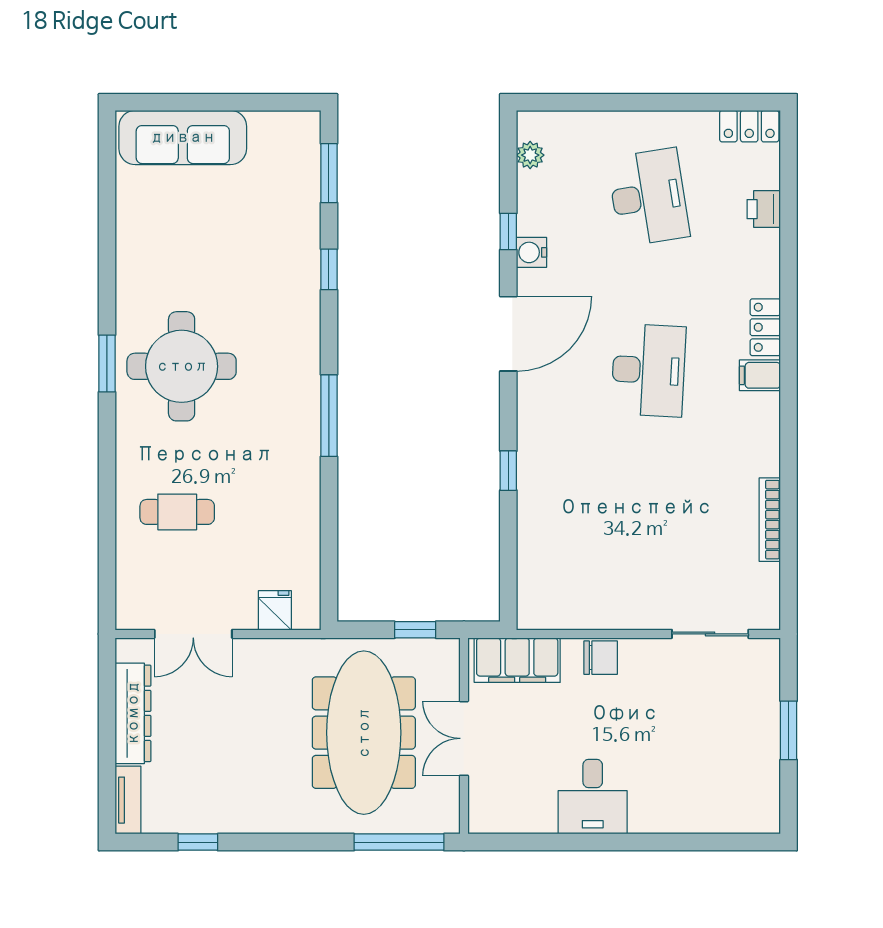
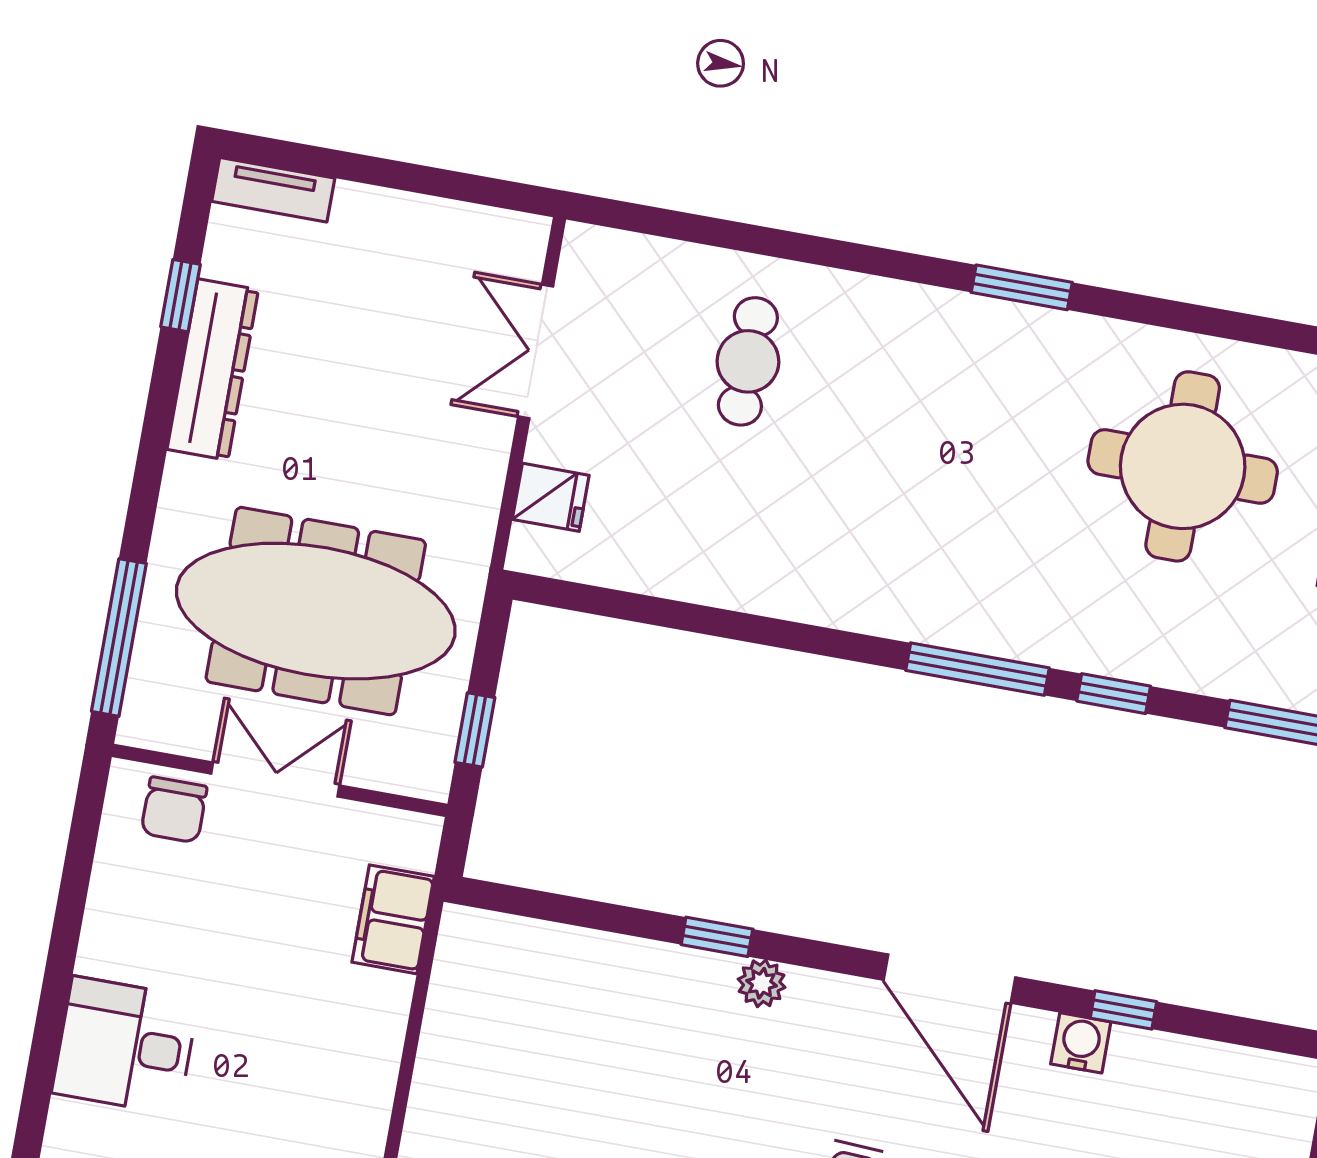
plant: (530, 155) -> (762, 983), moved
round table: (182, 366) -> (1183, 466), moved
window: (329, 416) -> (977, 669), moved
chair: (601, 658) -> (174, 810), moved
filing cabinet: (517, 660) -> (393, 919), width x0.67, depth x0.86
dresser: (133, 713) -> (213, 369), moved, turned -90
desk: (593, 797) -> (125, 1046), moved

